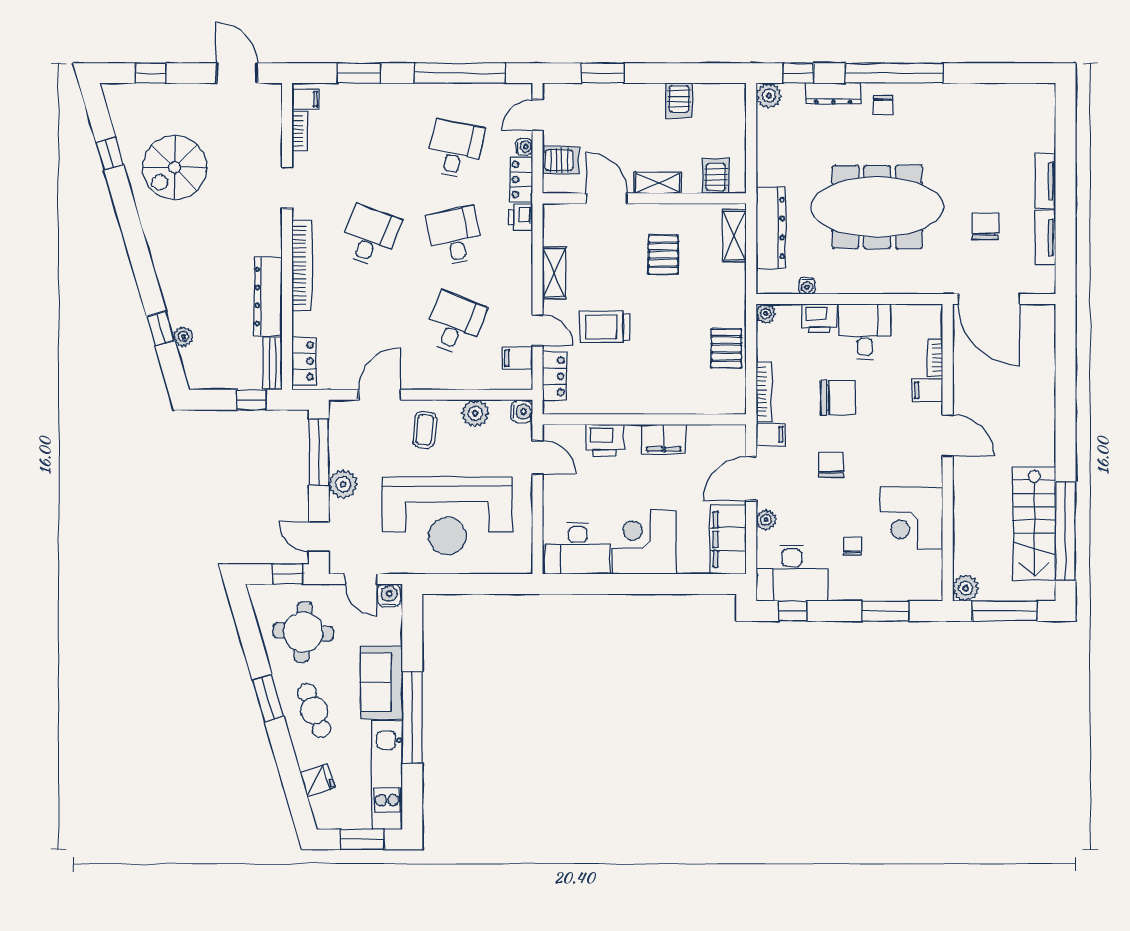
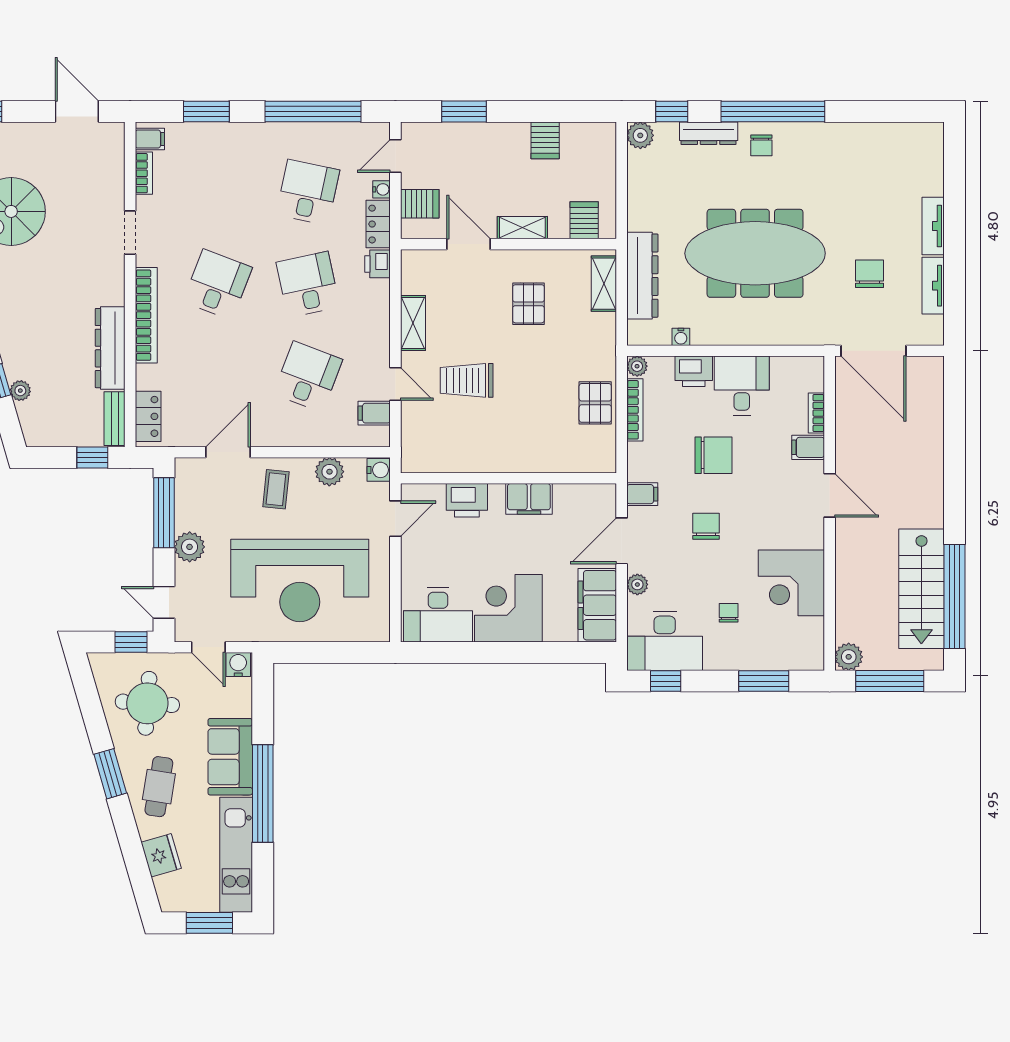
locker: (555, 376) -> (413, 433), removed
bookcase: (764, 392) -> (635, 410), moved
door: (537, 458) -> (395, 519), hinge flipped
cafe table: (314, 711) -> (159, 787), turned 31
fridge: (318, 780) -> (161, 855), width x1.38

